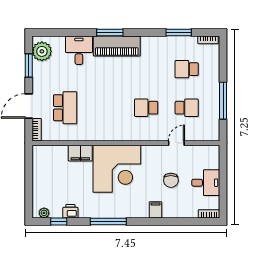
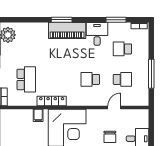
desk: (79, 50) -> (97, 34), moved
locker: (97, 135) -> (52, 101), added
filing cabinet: (80, 153) -> (38, 115), width x0.50

